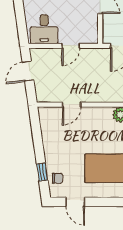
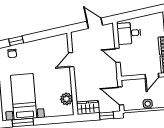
door: (72, 105) -> (71, 60), hinge flipped

